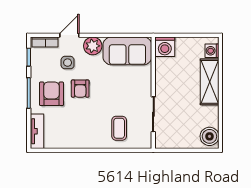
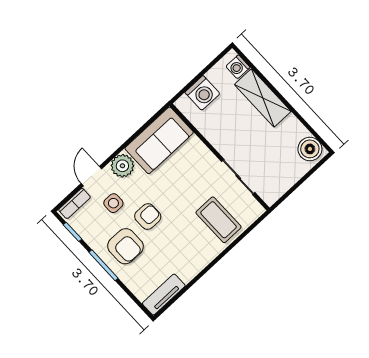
washing machine: (165, 47) -> (202, 93), moved
armchair: (80, 89) -> (148, 216), turned -90
armchair: (51, 94) -> (125, 246), turned 180
coffee table: (119, 128) -> (218, 220), width x1.36, depth x1.30
tv unit: (37, 131) -> (164, 295), moved, turned -90

